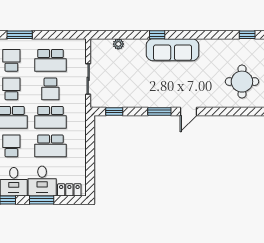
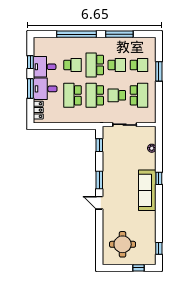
school desk: (50, 60) -> (139, 95), turned 180

